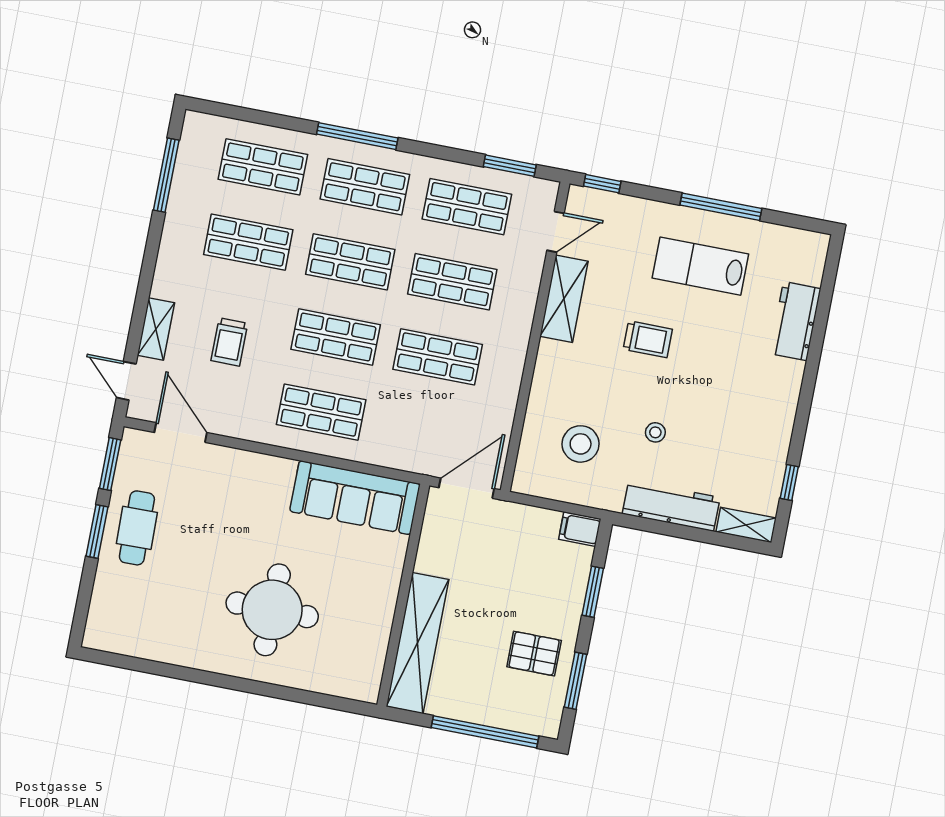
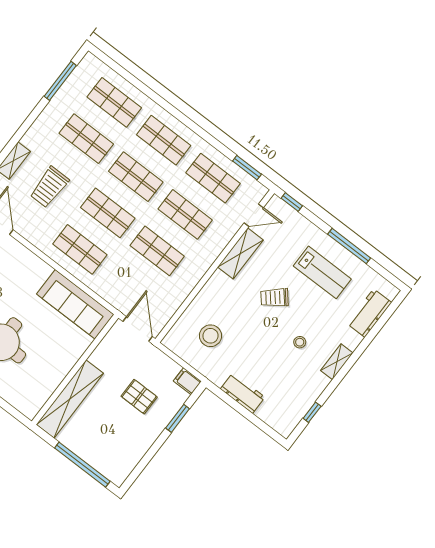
window: (357, 136) -> (173, 111), removed
lab bench: (700, 266) -> (322, 272), turned 180
workbench: (795, 321) -> (369, 313), moved
trolley: (648, 339) -> (275, 298), turned 140
trolley: (229, 342) -> (49, 187), width x1.36, depth x1.39
stool: (655, 432) -> (300, 342), moved
door: (467, 488) -> (138, 329), hinge flipped
workbench: (671, 506) -> (243, 393), width x0.73
shelving: (746, 525) -> (337, 362), moved, turned 90
pallet: (534, 654) -> (139, 397), moved
window: (576, 681) -> (145, 461), removed

